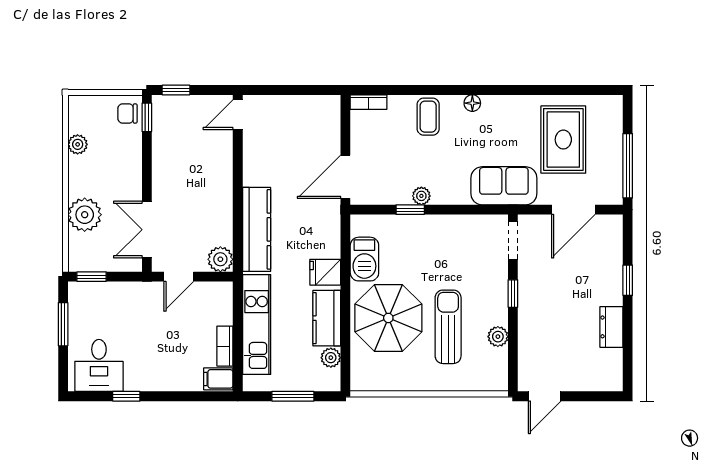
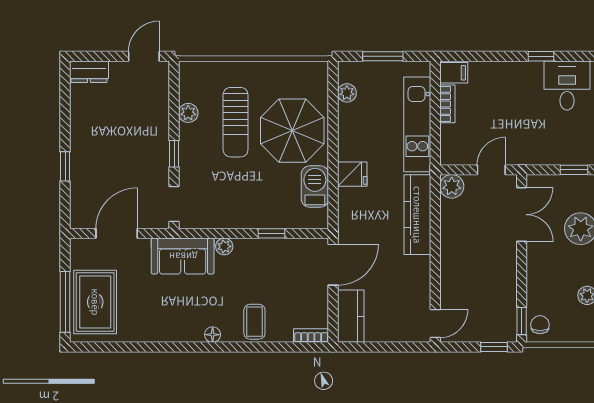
chair: (127, 113) -> (540, 325), turned -90
rug: (563, 140) -> (95, 302), moved
window: (628, 166) -> (65, 302), moved
plant: (421, 196) -> (224, 246), moved
kitchen counter: (327, 318) -> (351, 316), moved
dresser: (611, 327) -> (89, 72), moved, turned 90

